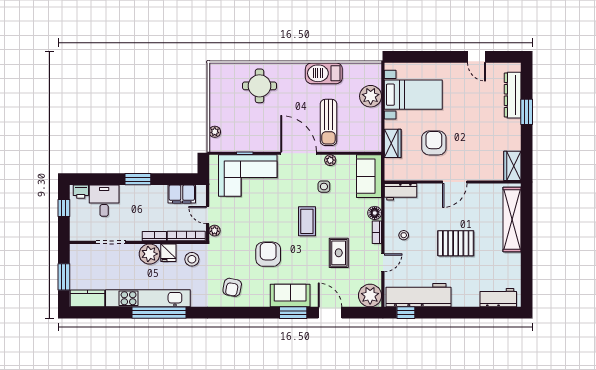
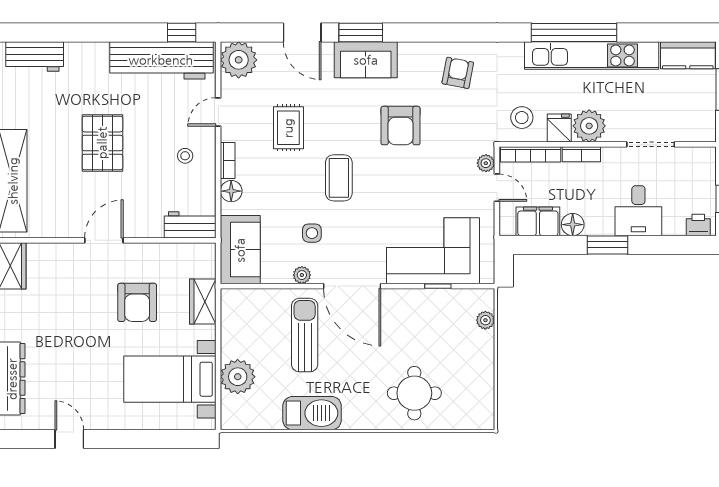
floor lamp: (160, 192) -> (573, 225), added
desk: (104, 201) -> (638, 211), moved
pallet: (456, 243) -> (102, 143), turned 90

